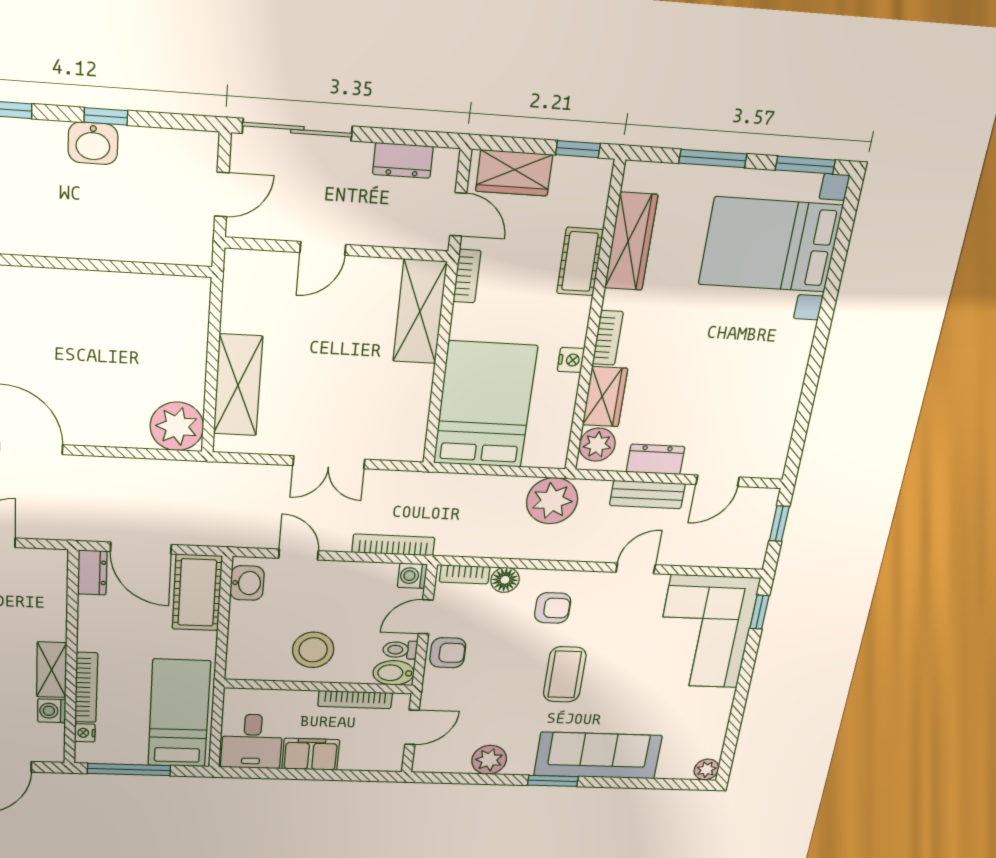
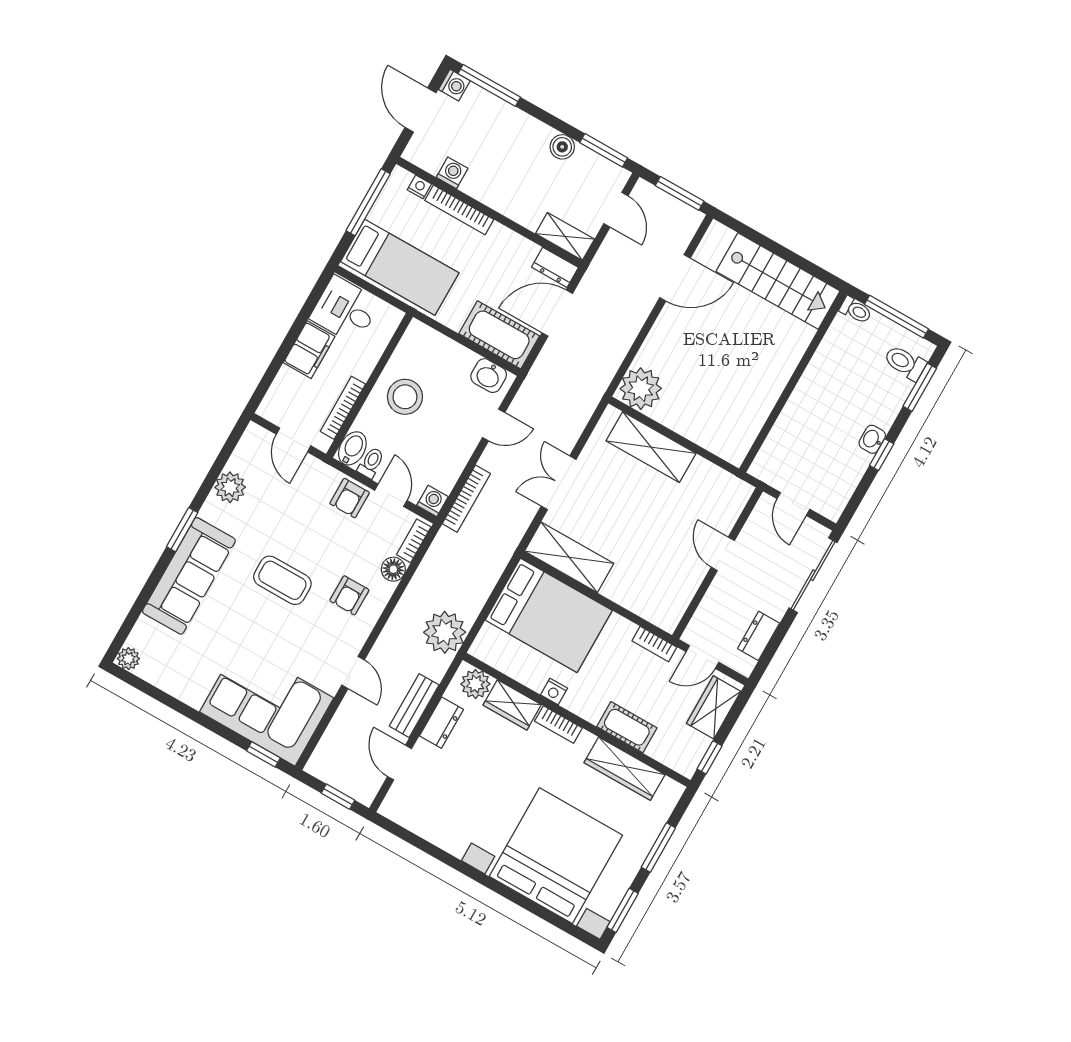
washbasin: (93, 143) -> (872, 439), width x0.72, depth x0.69
bed with nightstands: (770, 245) -> (556, 856), width x1.36
shelving: (420, 312) -> (569, 557), moved
shelving: (52, 670) -> (565, 236), moved

